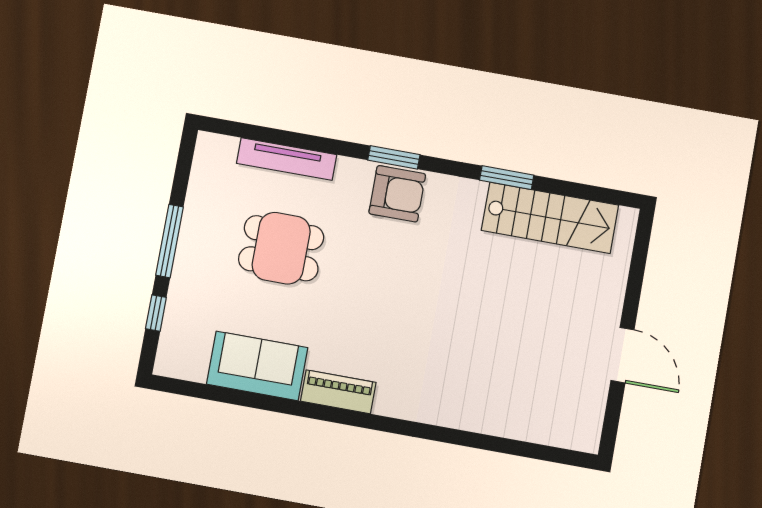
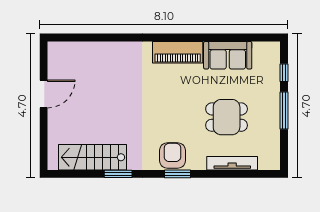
armchair: (397, 194) -> (172, 156), turned 90
door: (622, 355) -> (44, 94), swing flipped
piano: (338, 392) -> (178, 52), width x1.37, depth x1.33

